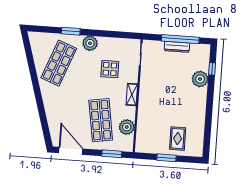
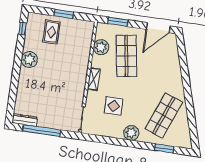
window: (71, 31) -> (164, 148), moved
dresser: (177, 47) -> (25, 120), moved
window: (212, 69) -> (22, 29), moved
plant: (200, 79) -> (29, 59), moved
door: (71, 151) -> (158, 28), hinge flipped

